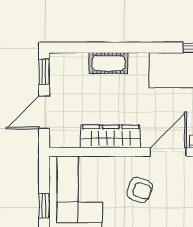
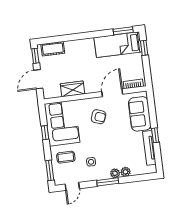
cot: (108, 63) -> (53, 49), moved
wardrobe: (111, 136) -> (73, 89), width x0.67

